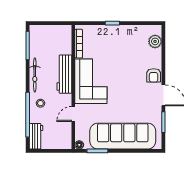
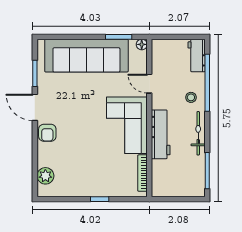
armchair: (154, 75) -> (47, 133), turned 180
door: (73, 114) -> (149, 84), swing flipped

